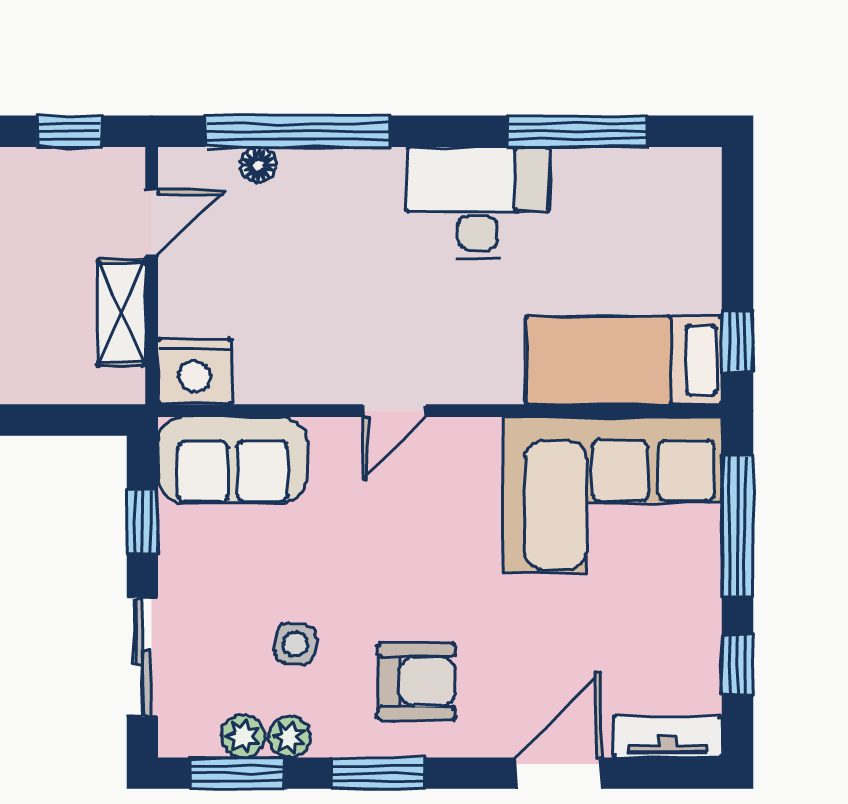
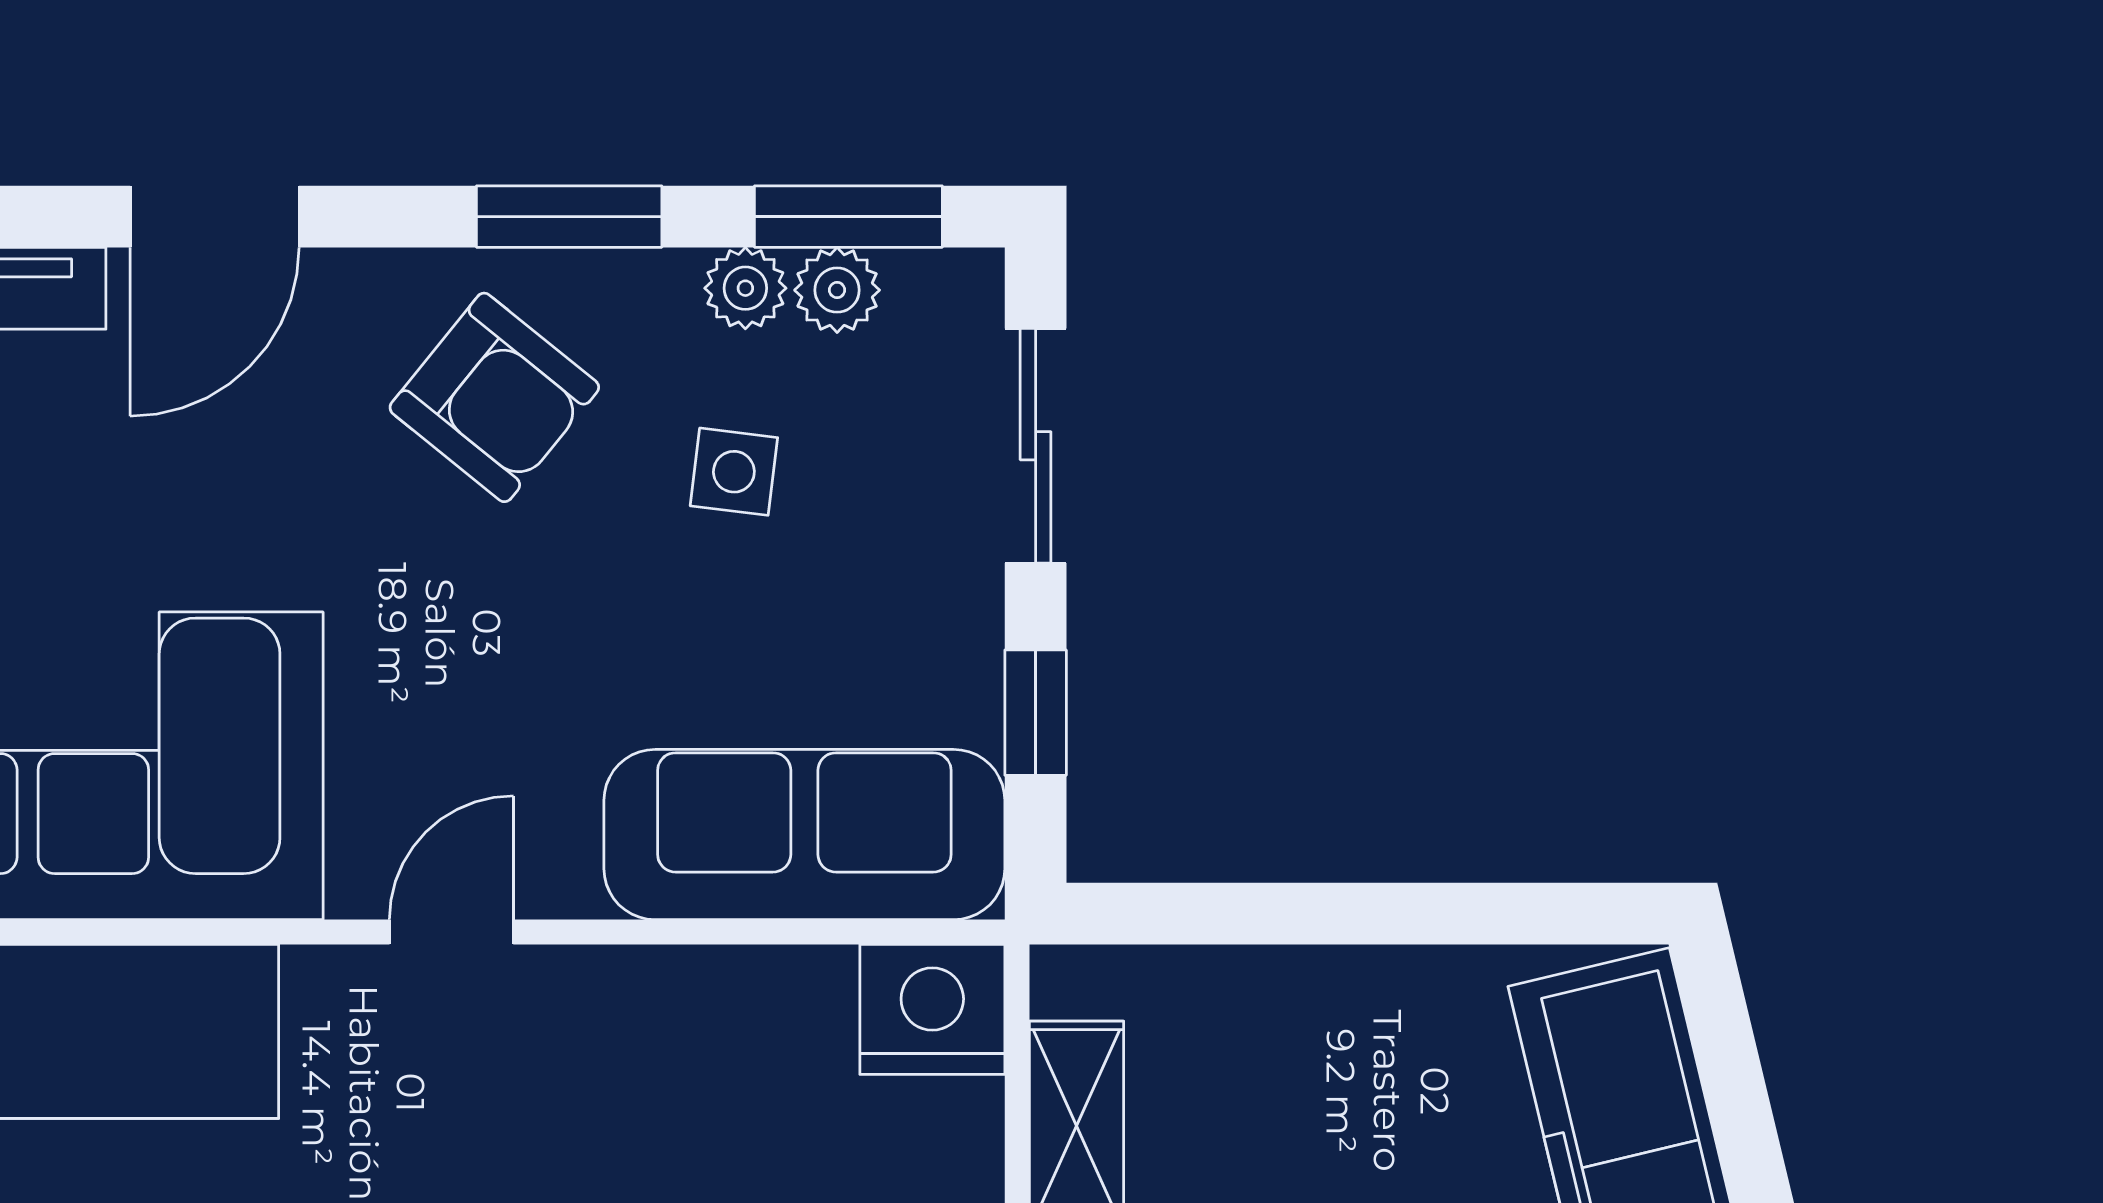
door: (394, 411) -> (451, 932), moved
sofa: (233, 460) -> (804, 835), width x1.36
armchair: (417, 682) -> (494, 397), turned -141

